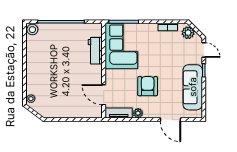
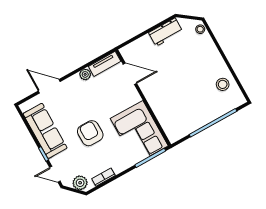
stool: (32, 30) -> (223, 84), moved
workbench: (95, 51) -> (166, 32), moved, turned 90
armchair: (148, 86) -> (90, 133), moved, turned 180

